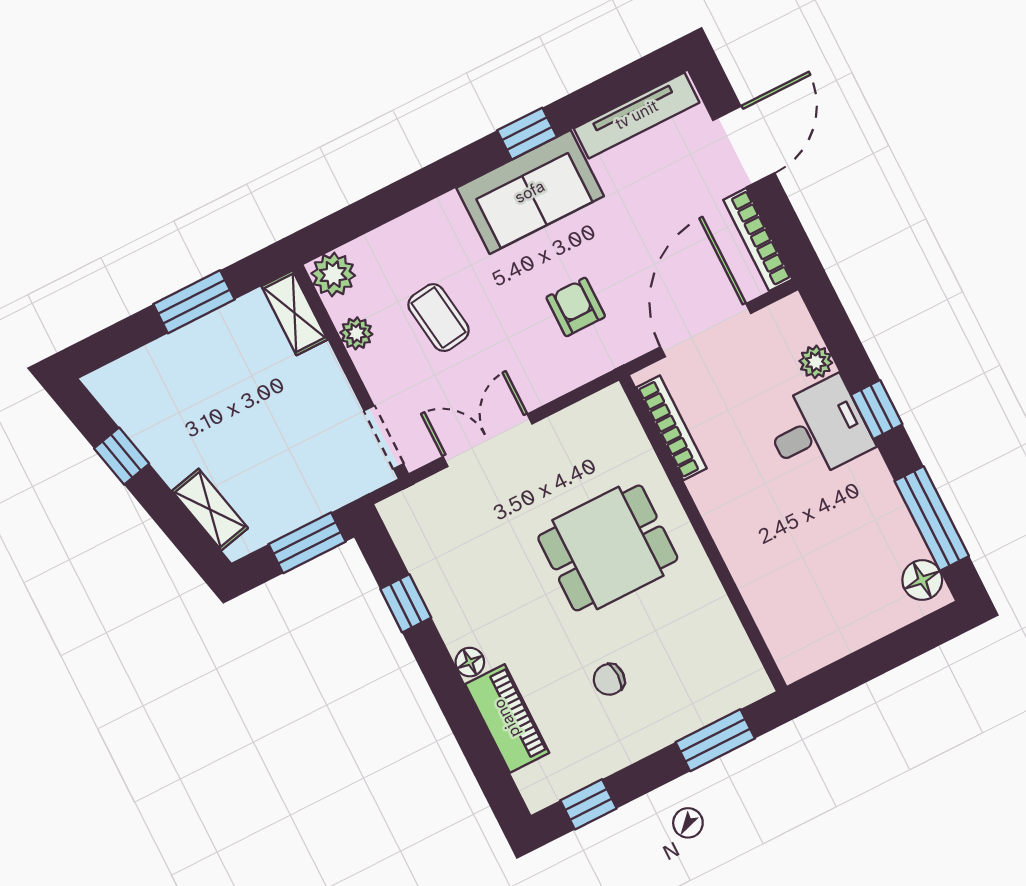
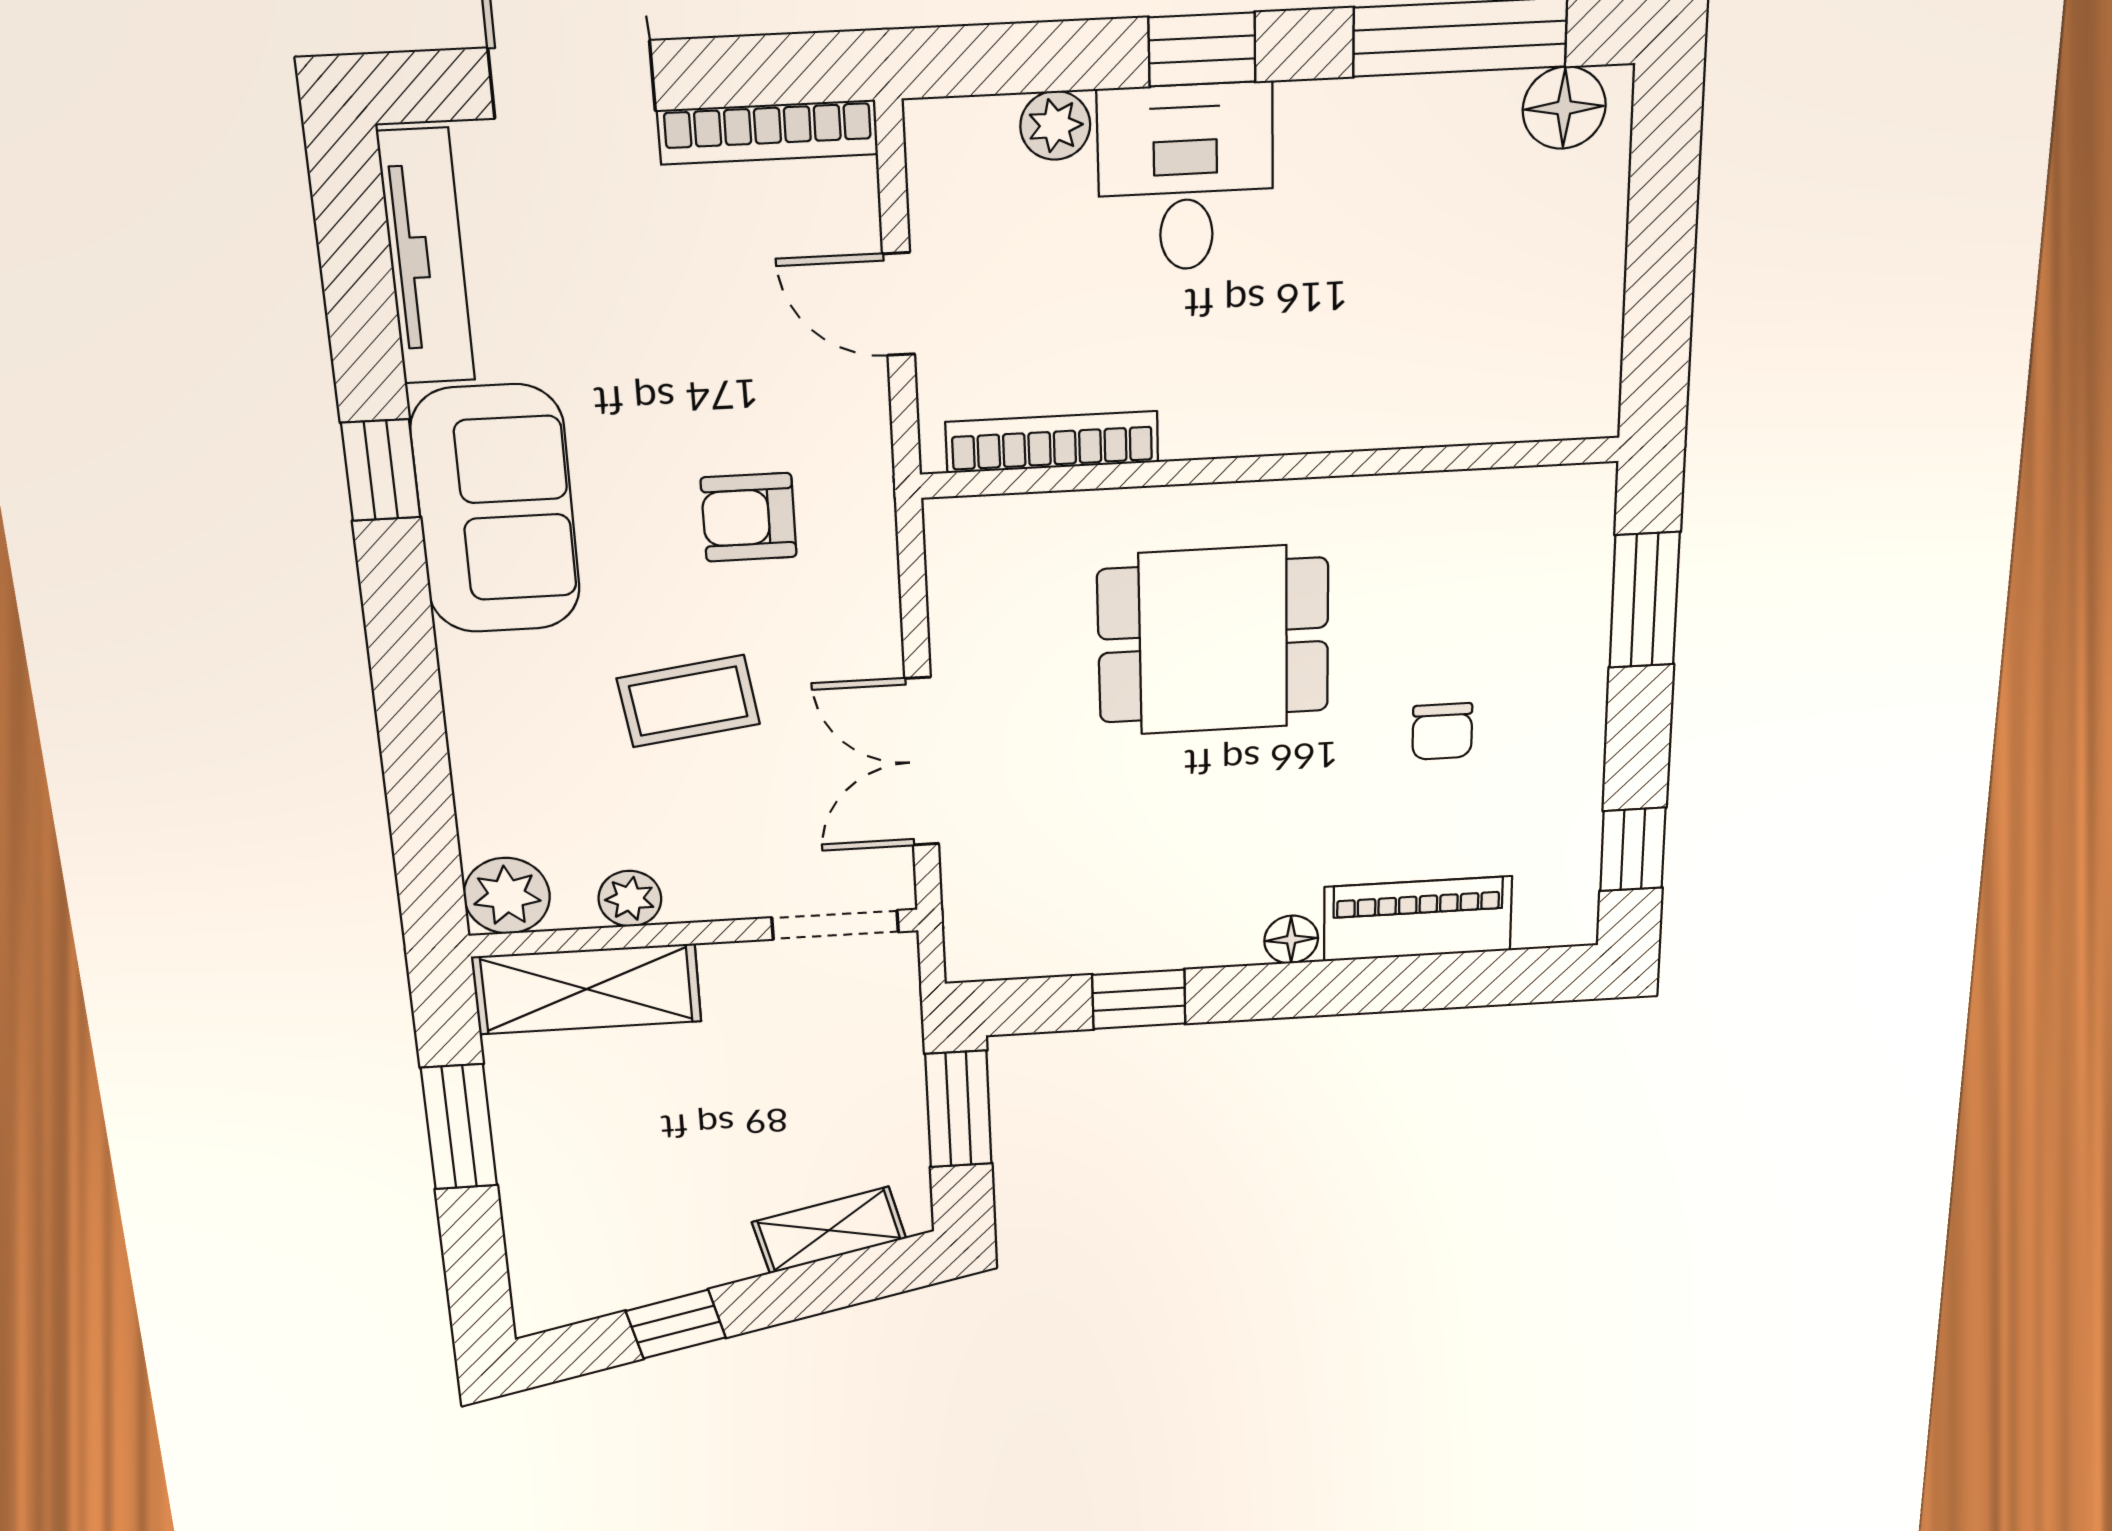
shelving: (295, 313) -> (587, 989), width x1.50, depth x1.33
coffee table: (439, 318) -> (688, 701), moved
door: (706, 330) -> (899, 304), width x0.53
dining table: (608, 548) -> (1213, 640), turned 90

